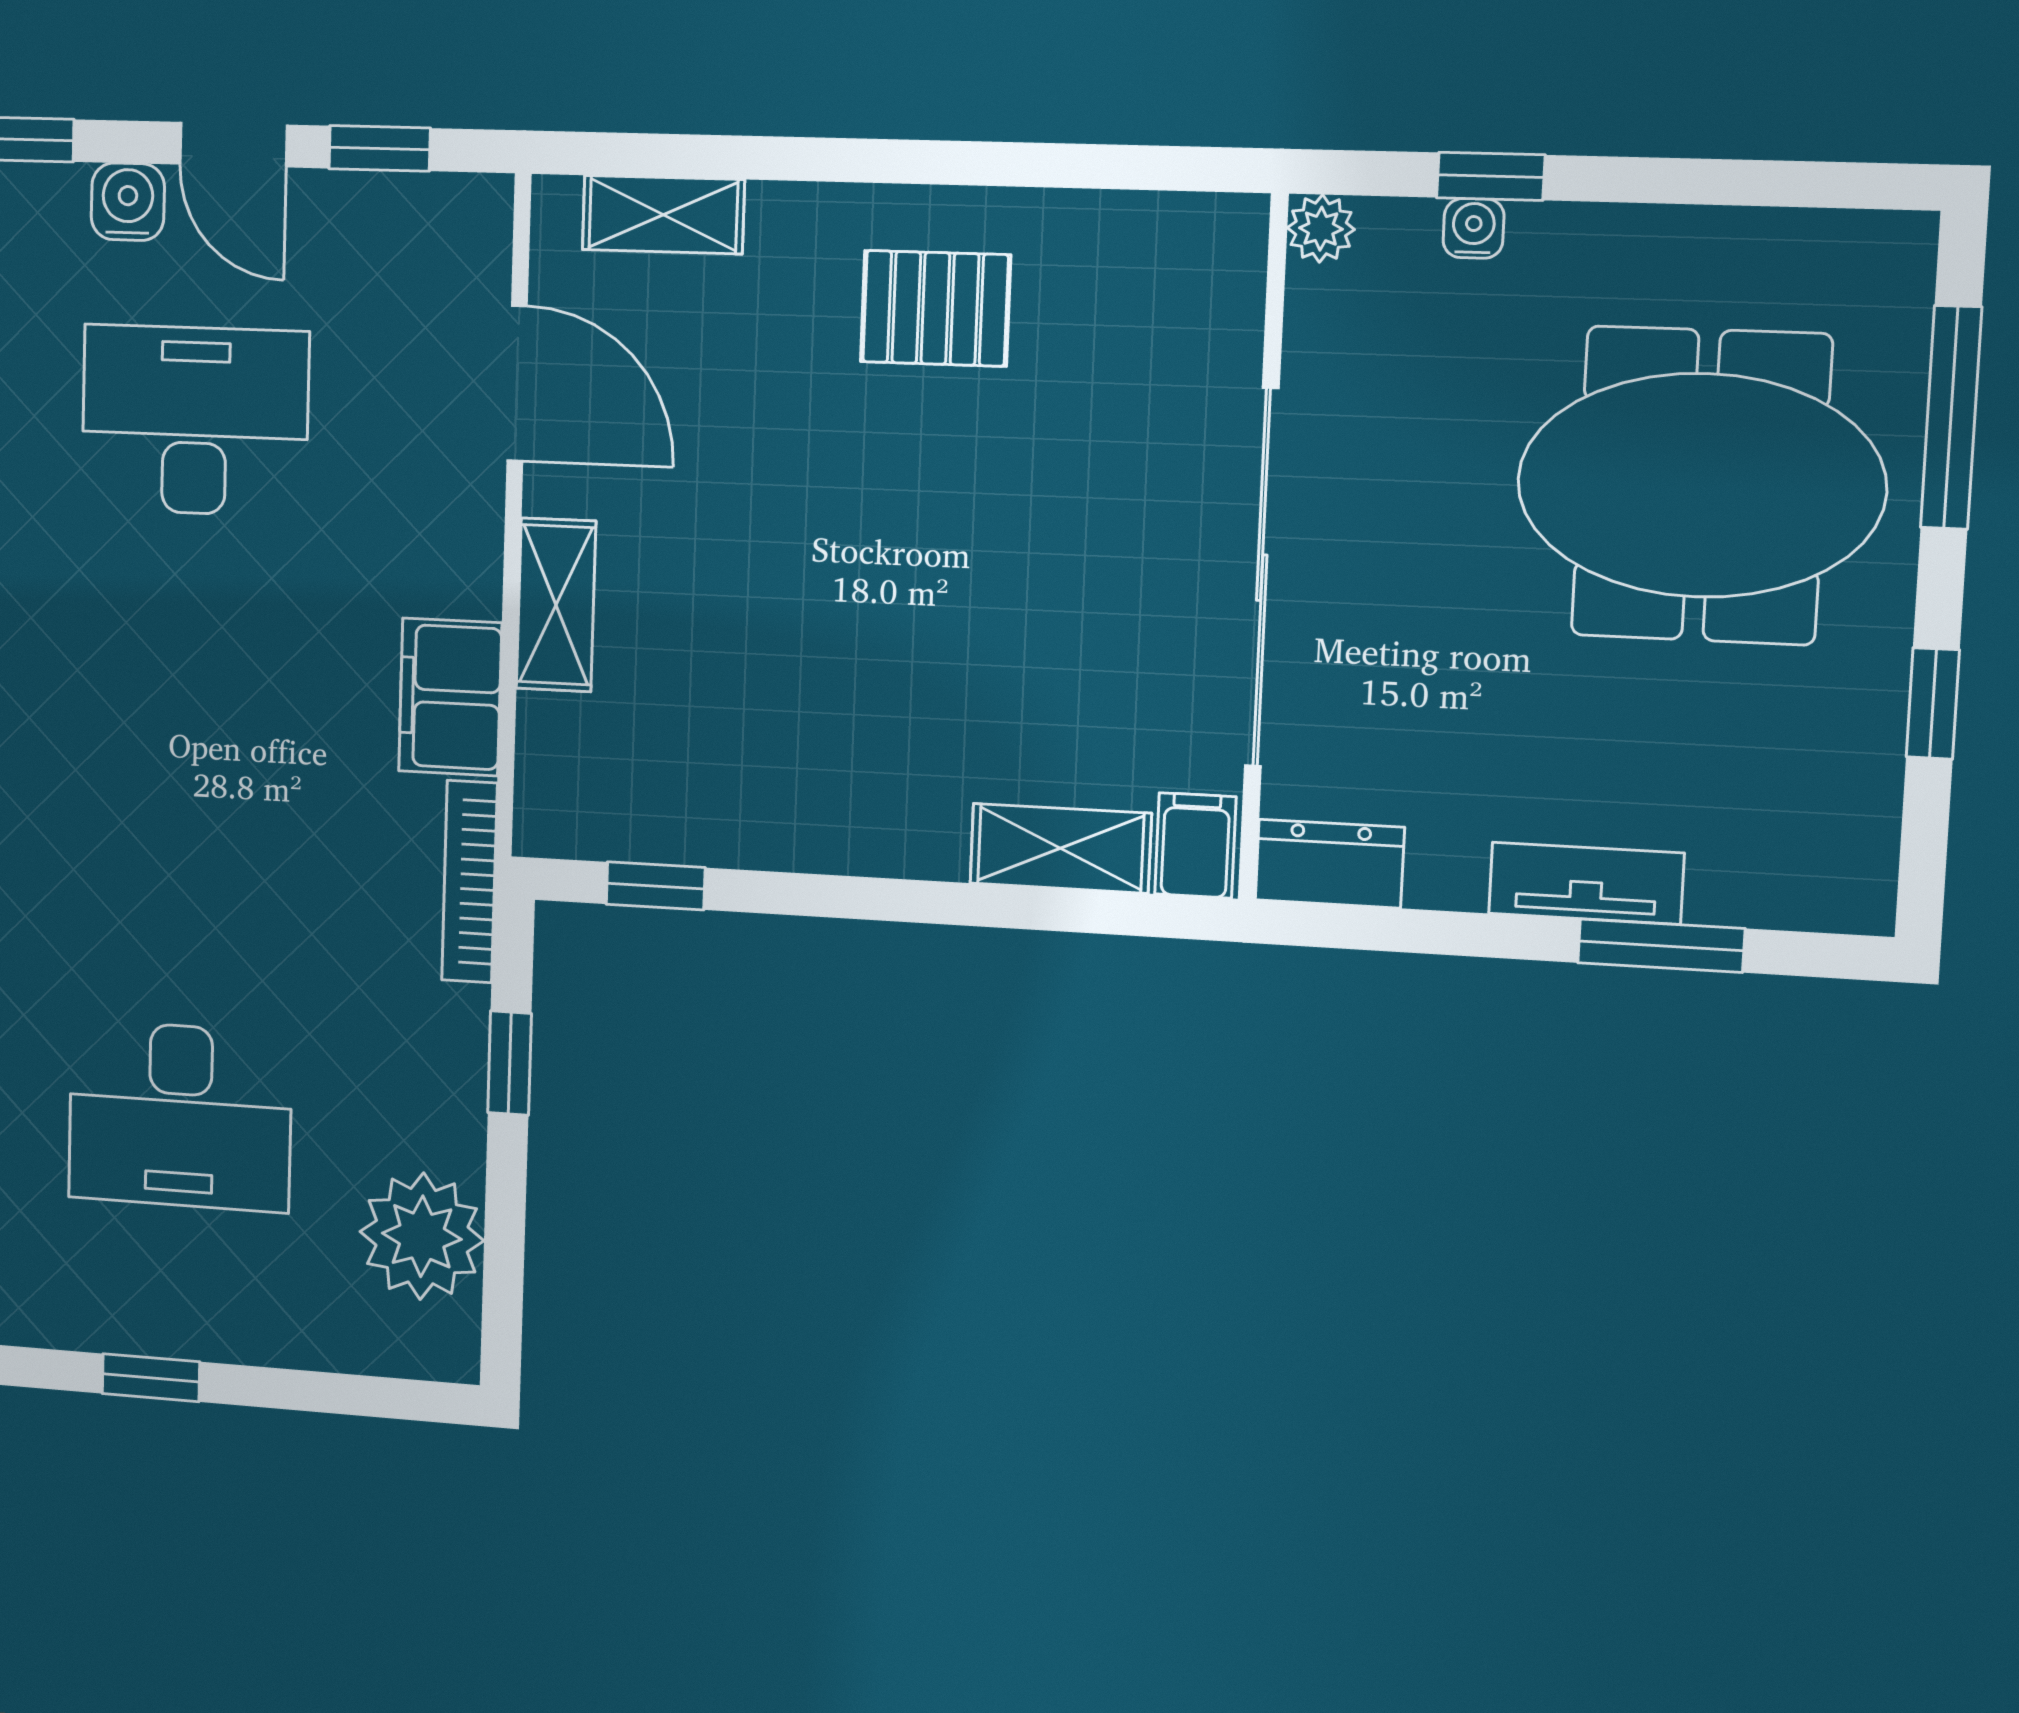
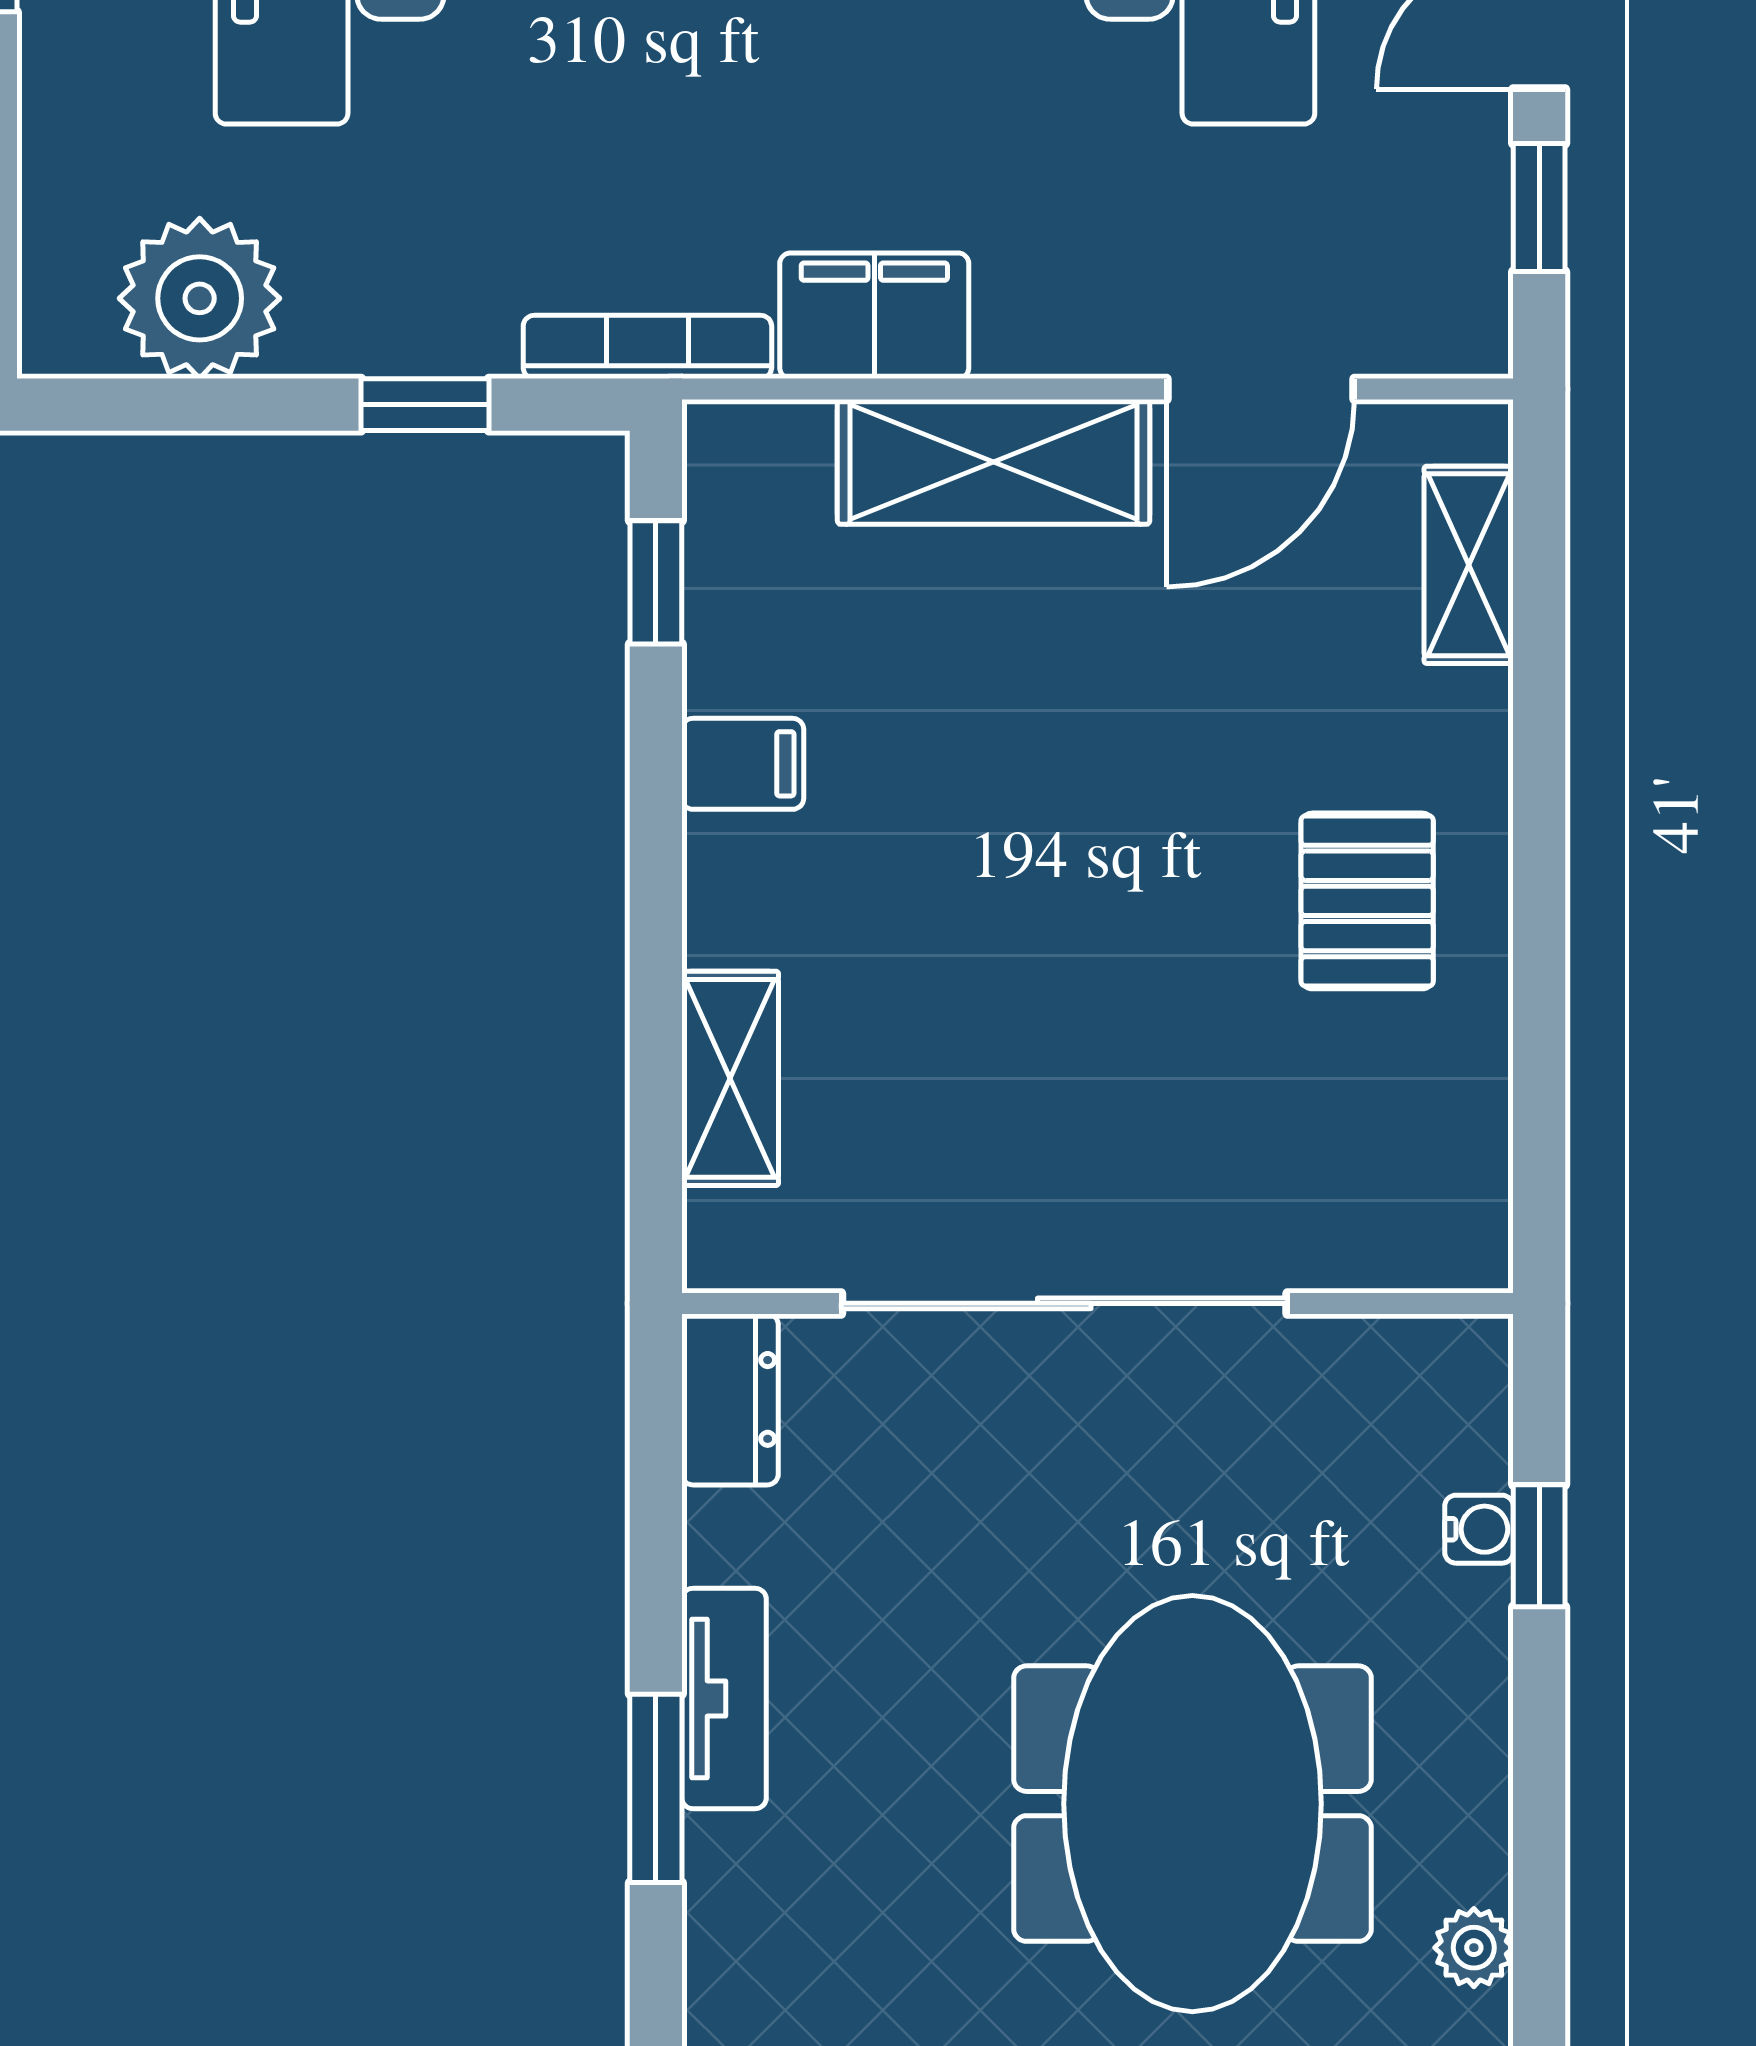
plant: (1321, 229) -> (1474, 1948), moved
shelving: (556, 605) -> (994, 462), width x1.50, depth x1.33
filing cabinet: (1195, 845) -> (743, 764), moved

